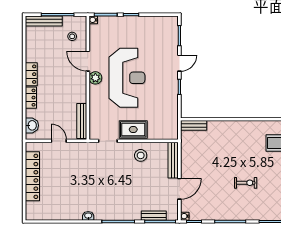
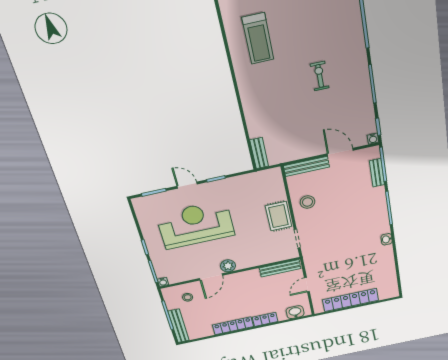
locker: (31, 74) -> (233, 326), width x1.53
reception desk: (127, 78) -> (196, 225), moved

